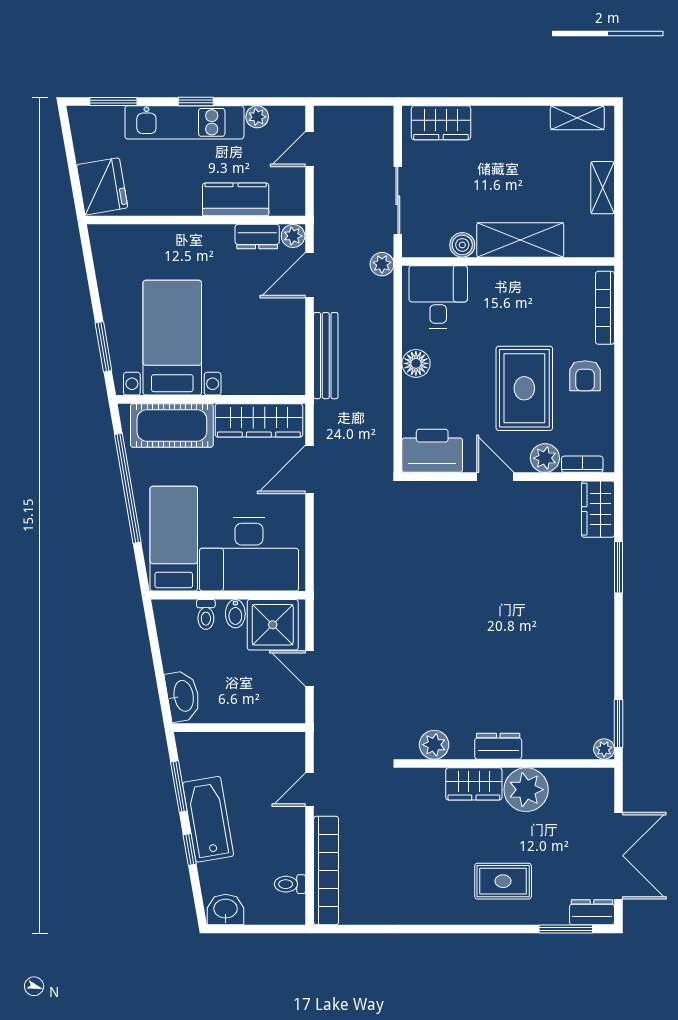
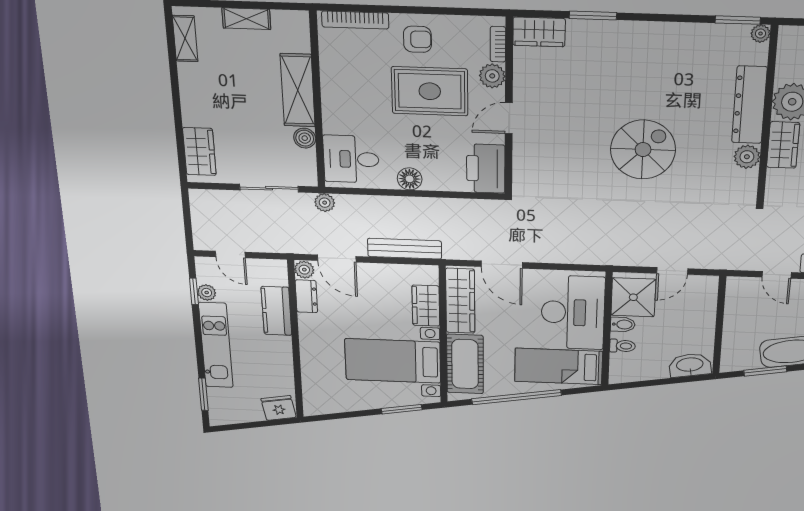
window: (196, 101) -> (194, 291), moved
fridge: (102, 186) -> (279, 408), width x0.73, depth x0.75
wardrobe: (251, 379) -> (426, 306), added
spiral stairs: (462, 628) -> (643, 150), added
plant: (434, 745) -> (747, 157), moved
dresser: (498, 746) -> (749, 105), width x1.96, depth x1.24

